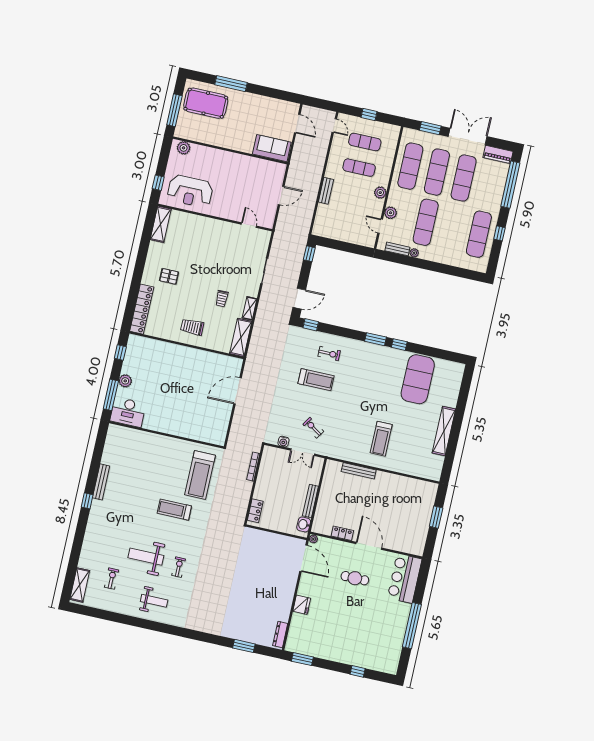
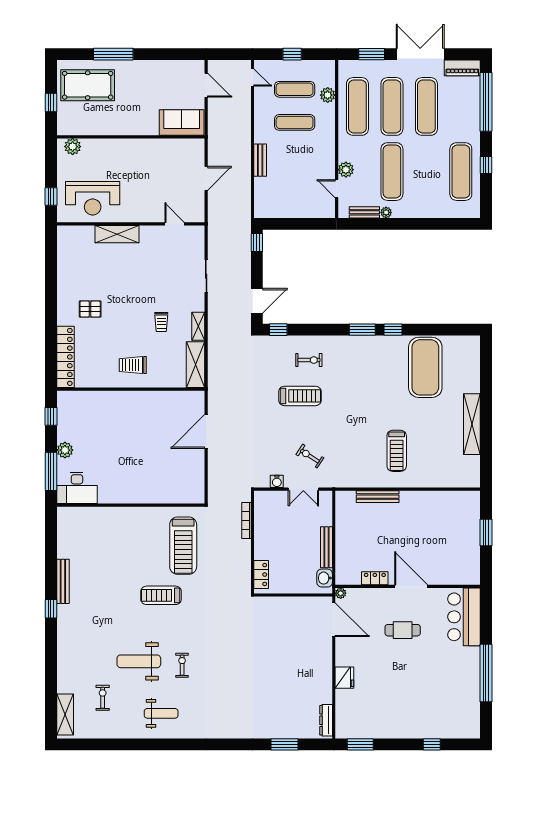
window: (174, 110) -> (51, 103), width x0.46
plant: (380, 193) -> (328, 95), moved
shelving: (161, 224) -> (117, 234), moved, turned 90

